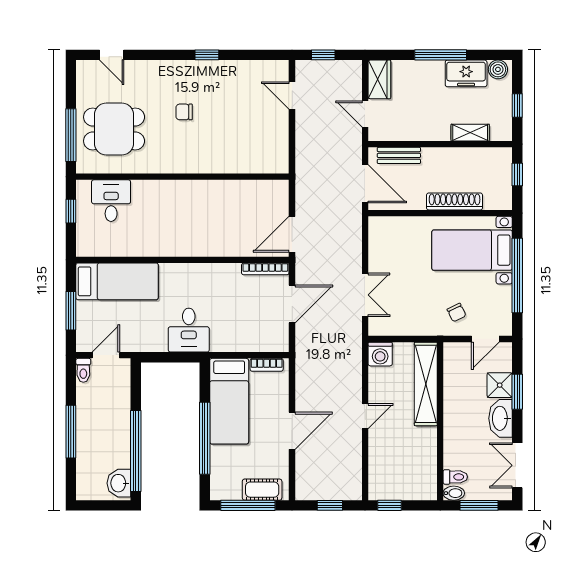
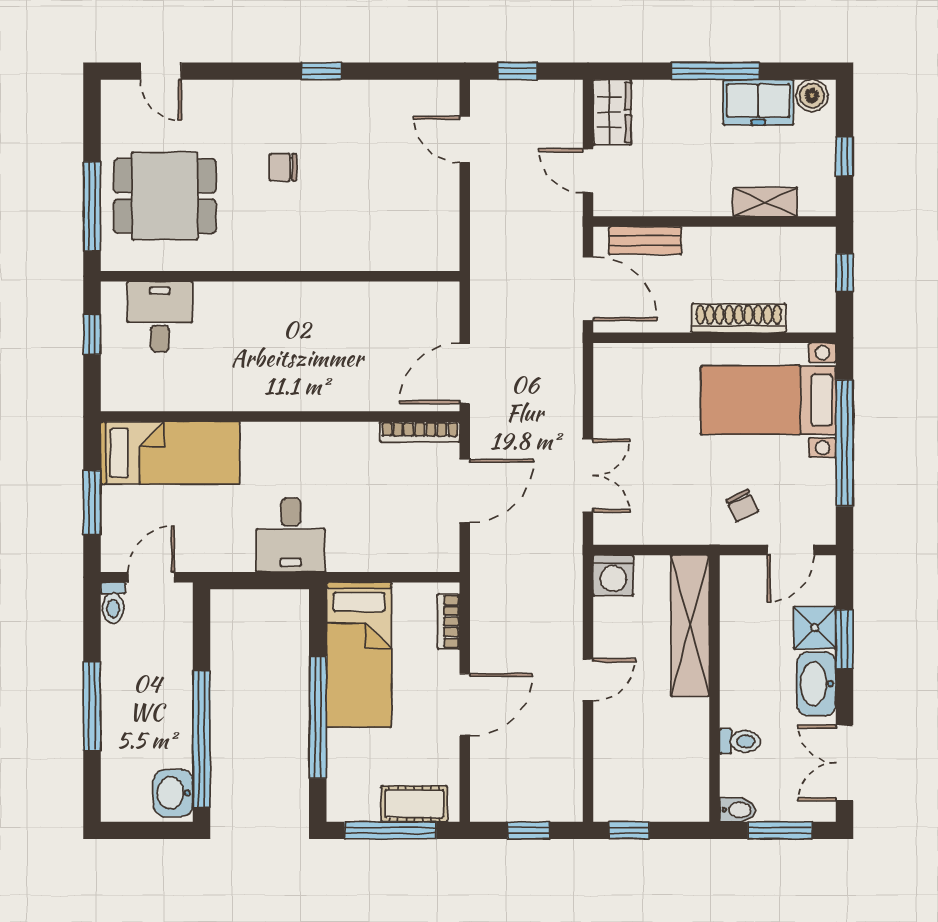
bookcase: (267, 365) -> (449, 621), moved, turned 90
toilet: (455, 477) -> (740, 741), moved

